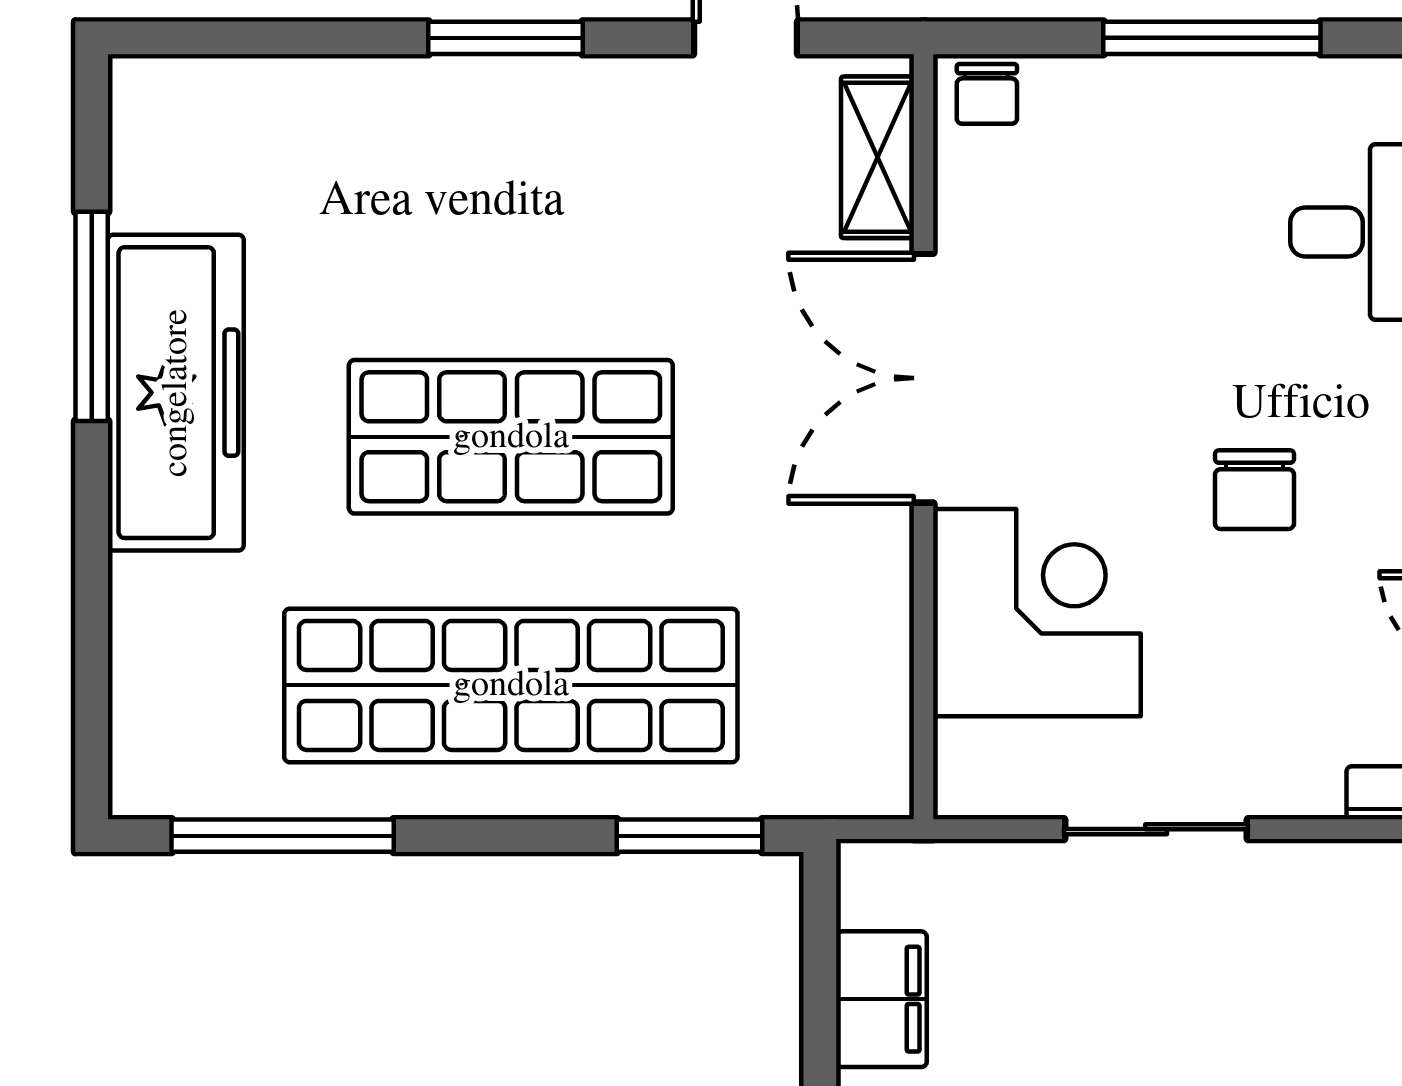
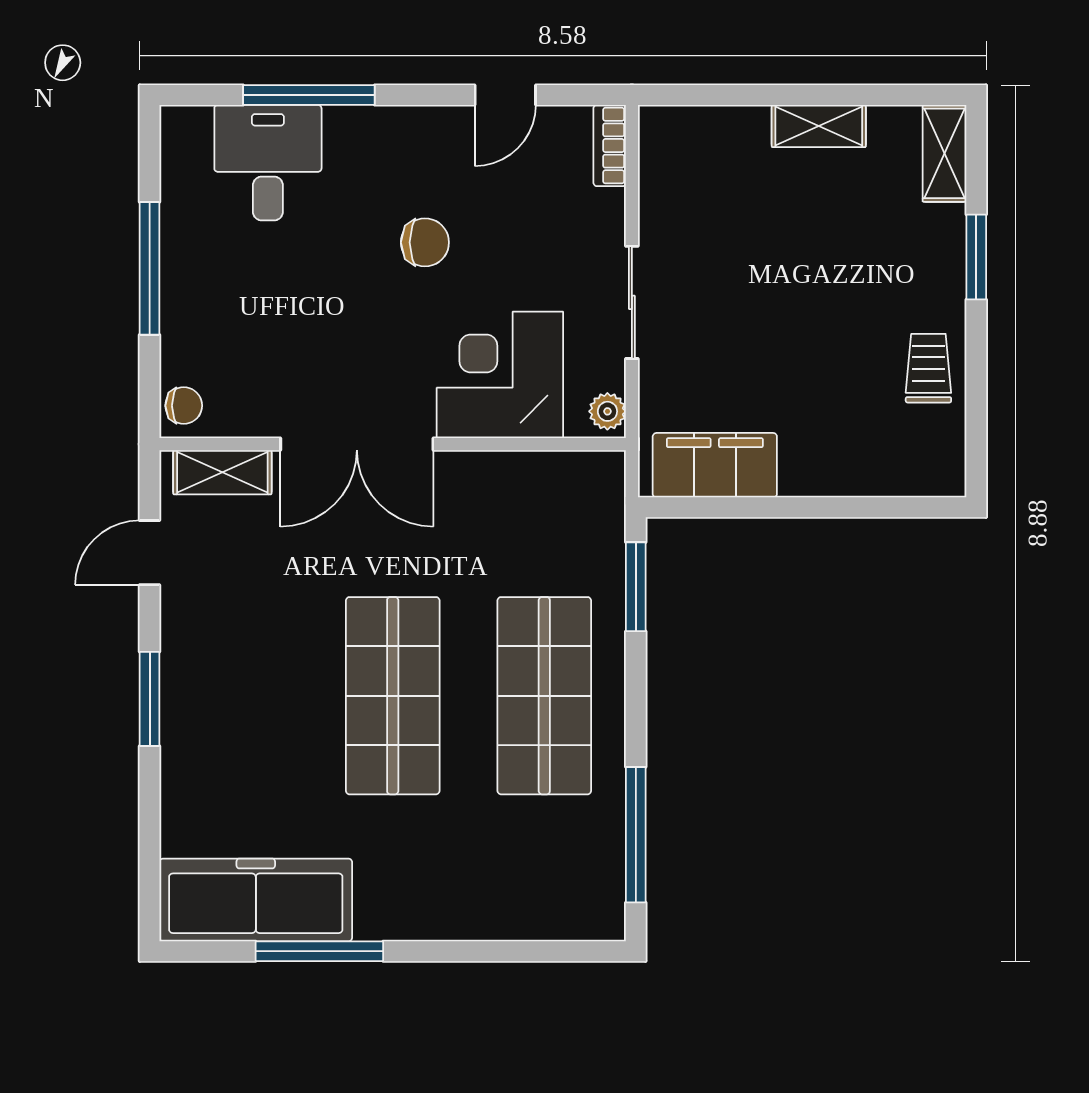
freezer: (176, 393) -> (256, 900), moved
shop shelf: (511, 685) -> (544, 696), width x0.71
plant: (977, 789) -> (607, 411), added
filing cabinet: (881, 999) -> (715, 465), width x1.50, depth x1.17

